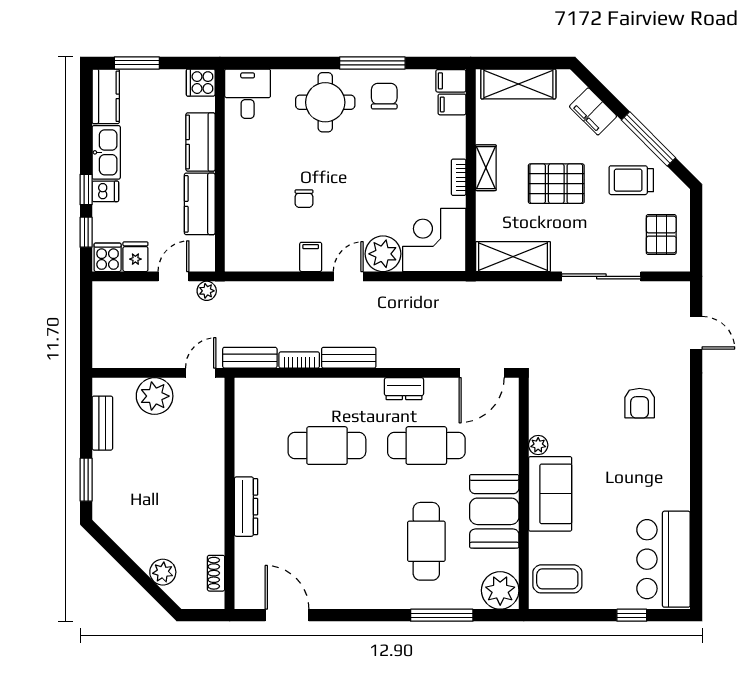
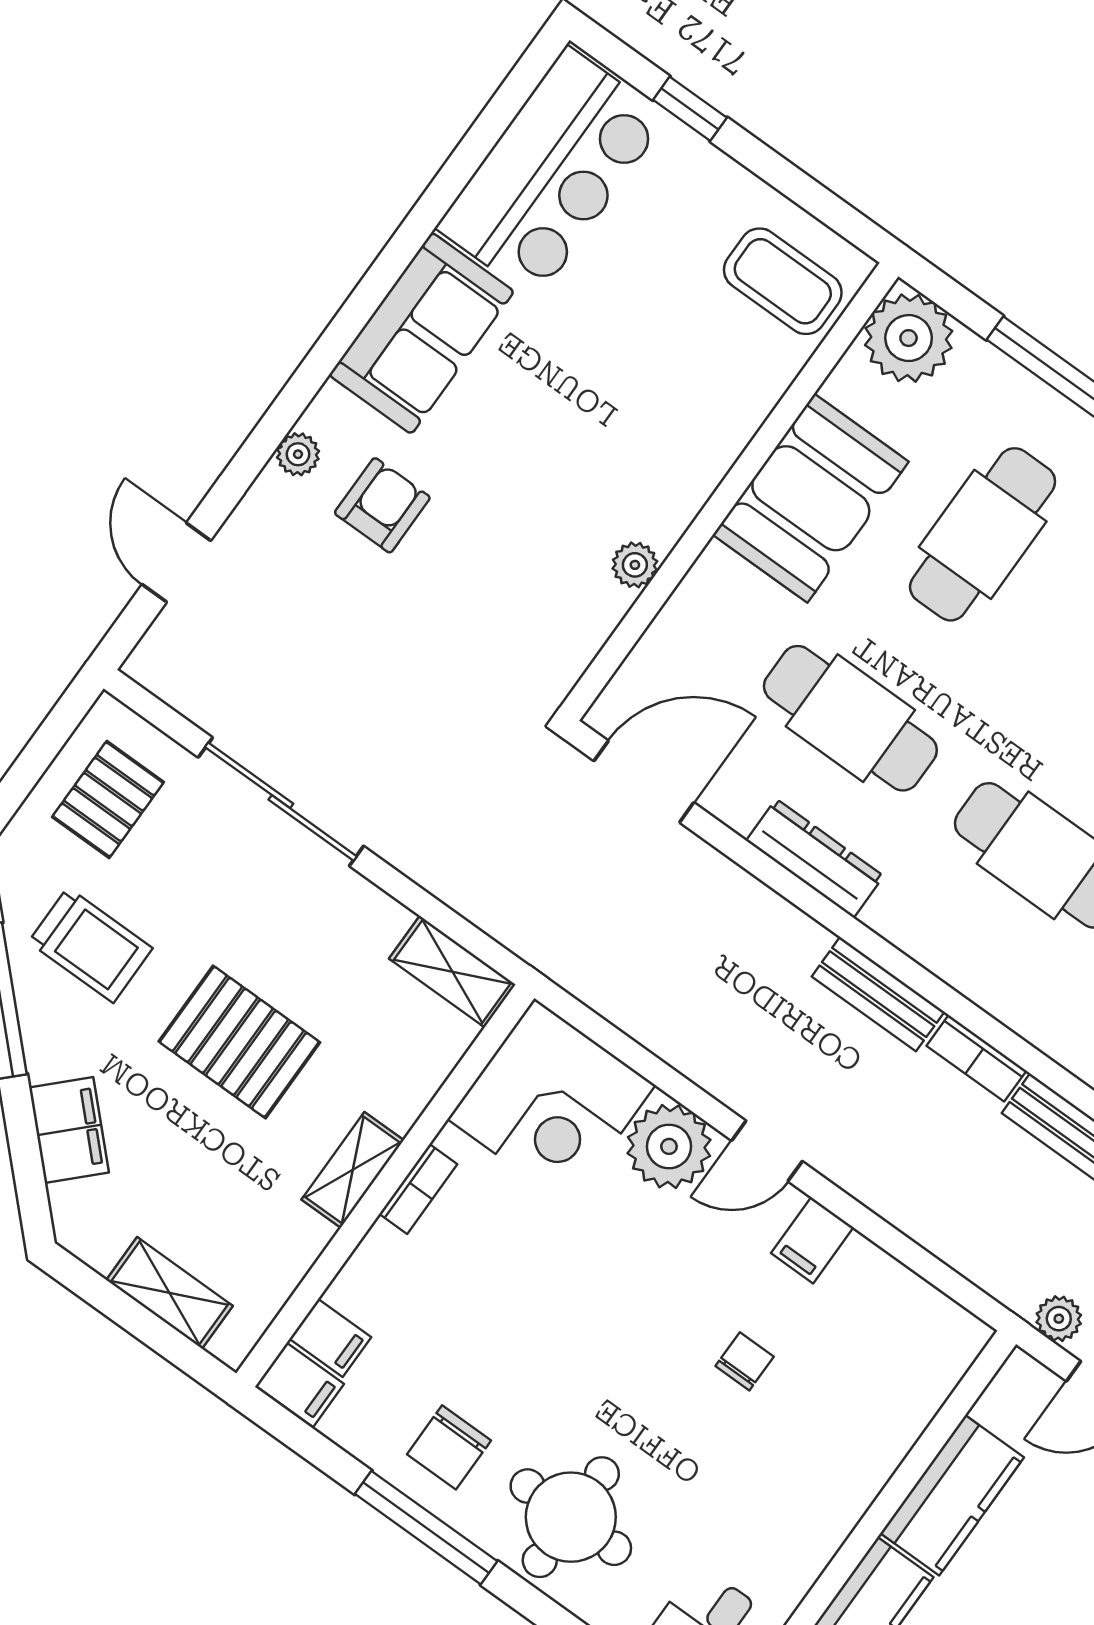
shelving: (518, 84) -> (170, 1293), width x0.67, depth x0.75
shelving: (513, 257) -> (452, 972), width x0.67, depth x0.75
dresser: (404, 389) -> (815, 858), width x1.44
plant: (681, 400) -> (298, 454), added
sofa: (550, 494) -> (422, 333), moved, turned 180

